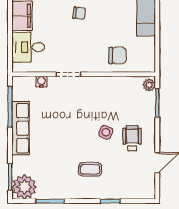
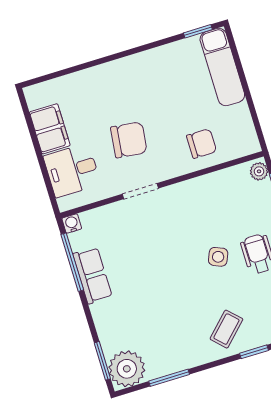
chair: (79, 13) -> (129, 140), moved, width x1.87, depth x1.87
water cooler: (41, 82) -> (72, 224), moved
row of seats: (21, 128) -> (93, 275), width x0.68
coffee table: (90, 169) -> (226, 329), moved, turned -45

